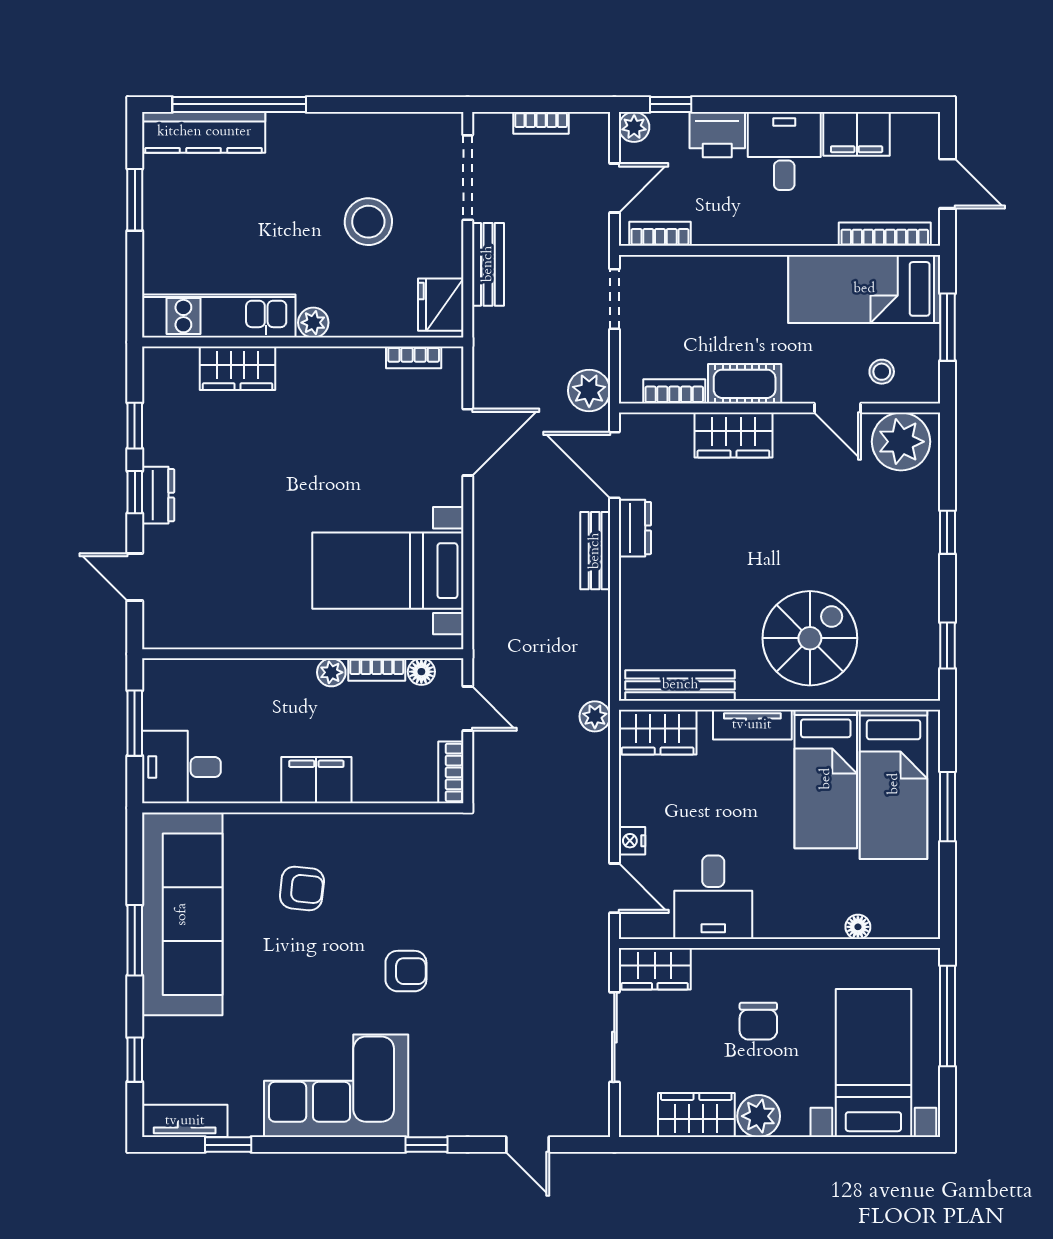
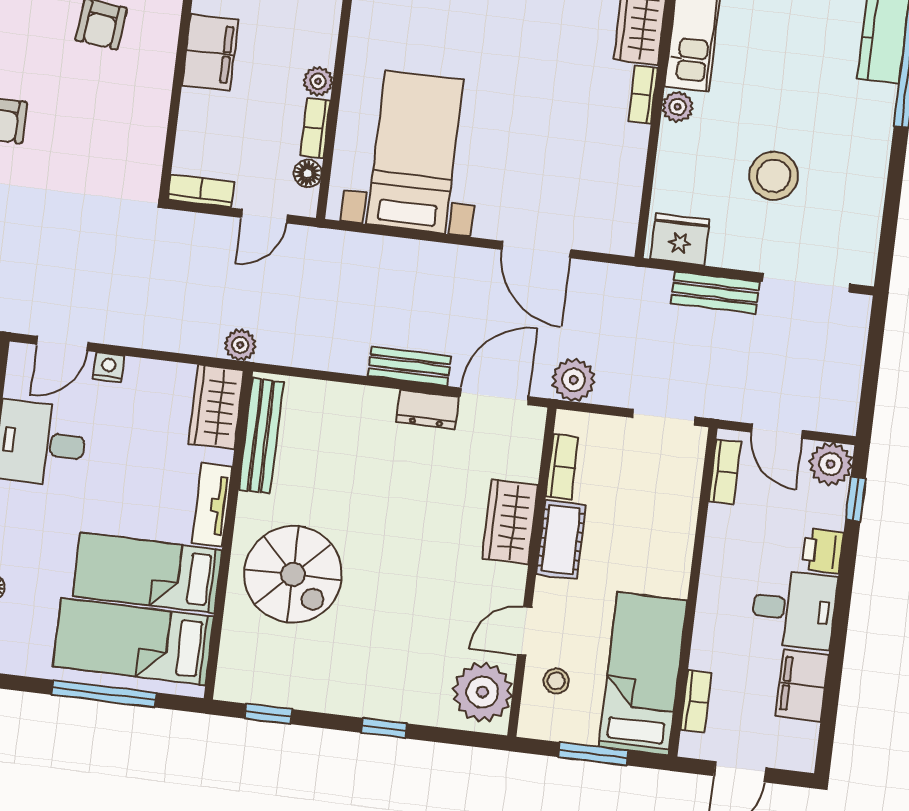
bookcase: (541, 123) -> (853, 364), removed
plant: (634, 127) -> (831, 464), width x1.38, depth x1.38
printer: (717, 135) -> (822, 551), width x0.73, depth x0.81
bookcase: (885, 234) -> (696, 701), width x0.64
bookcase: (414, 357) -> (643, 95), moved
window: (947, 807) -> (104, 694), width x1.44

